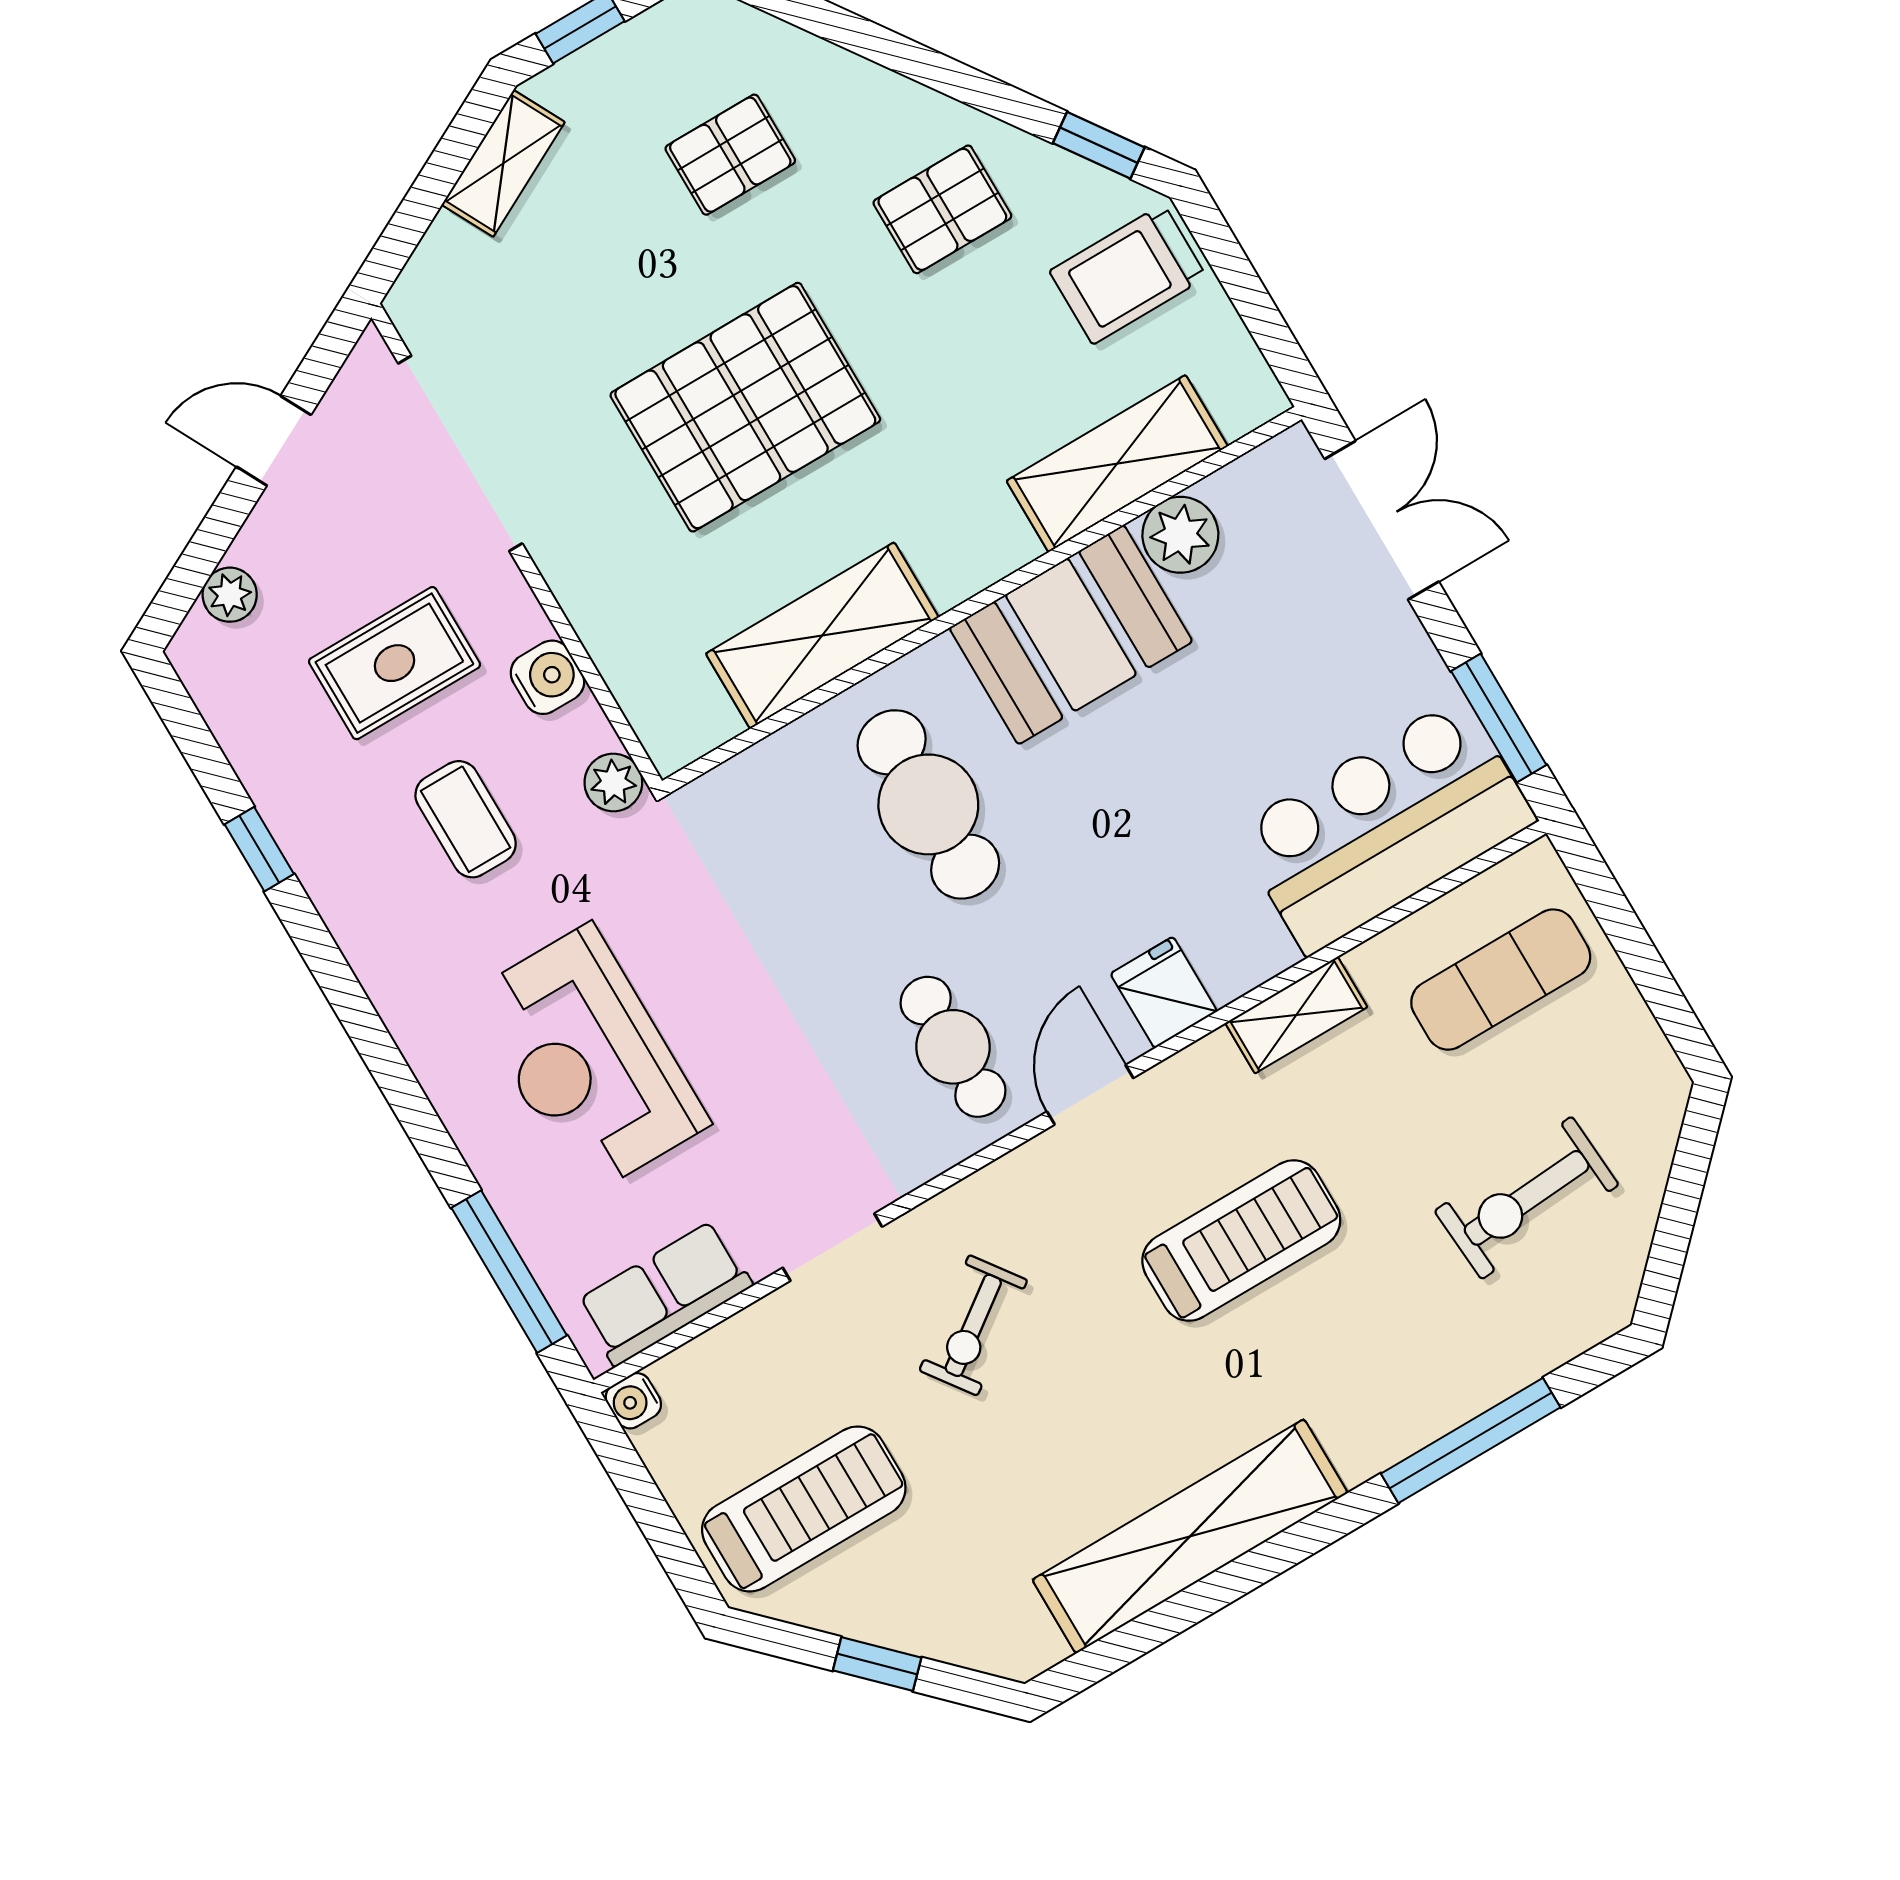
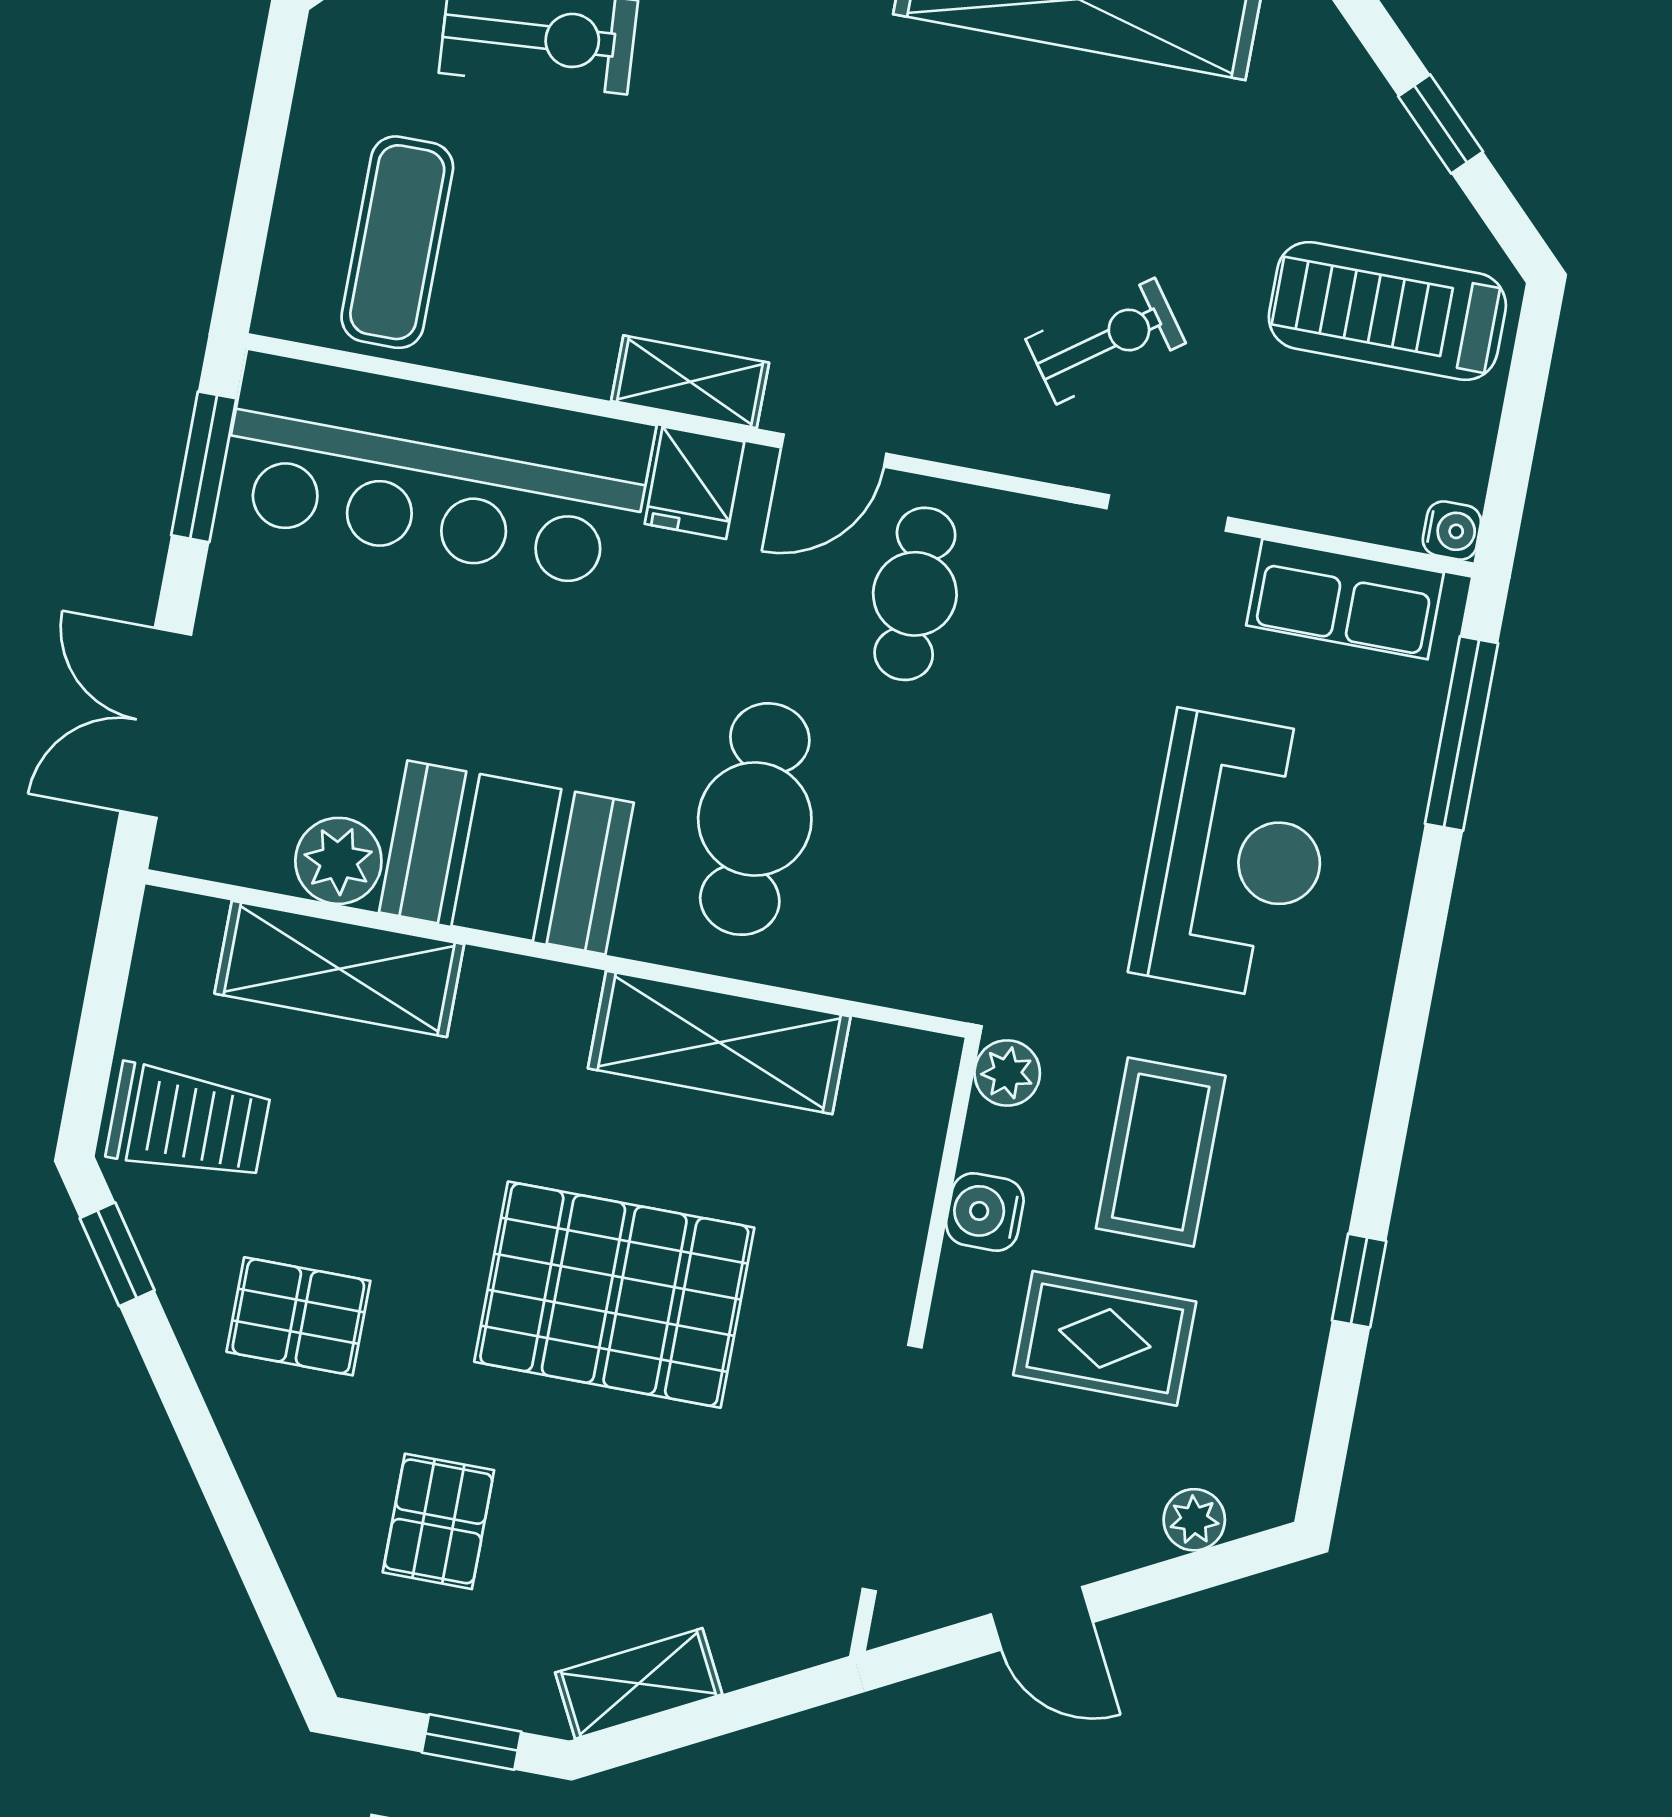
pallet: (730, 155) -> (438, 1521), turned 90
coffee table: (466, 819) -> (1161, 1152), width x1.36, depth x1.30
bar counter: (1384, 826) -> (436, 470), width x1.36
exercise mat: (1501, 980) -> (397, 242), turned 90
shelving: (1296, 1015) -> (690, 382), moved
treadmill: (1241, 1241) -> (814, 213), removed

